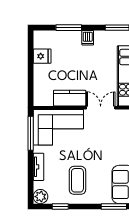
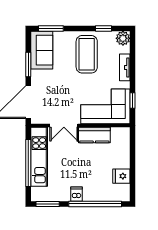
window: (69, 28) -> (95, 204), width x2.11
window: (31, 133) -> (133, 100), width x0.46
coffee table: (77, 180) -> (87, 54), width x1.36, depth x1.32

